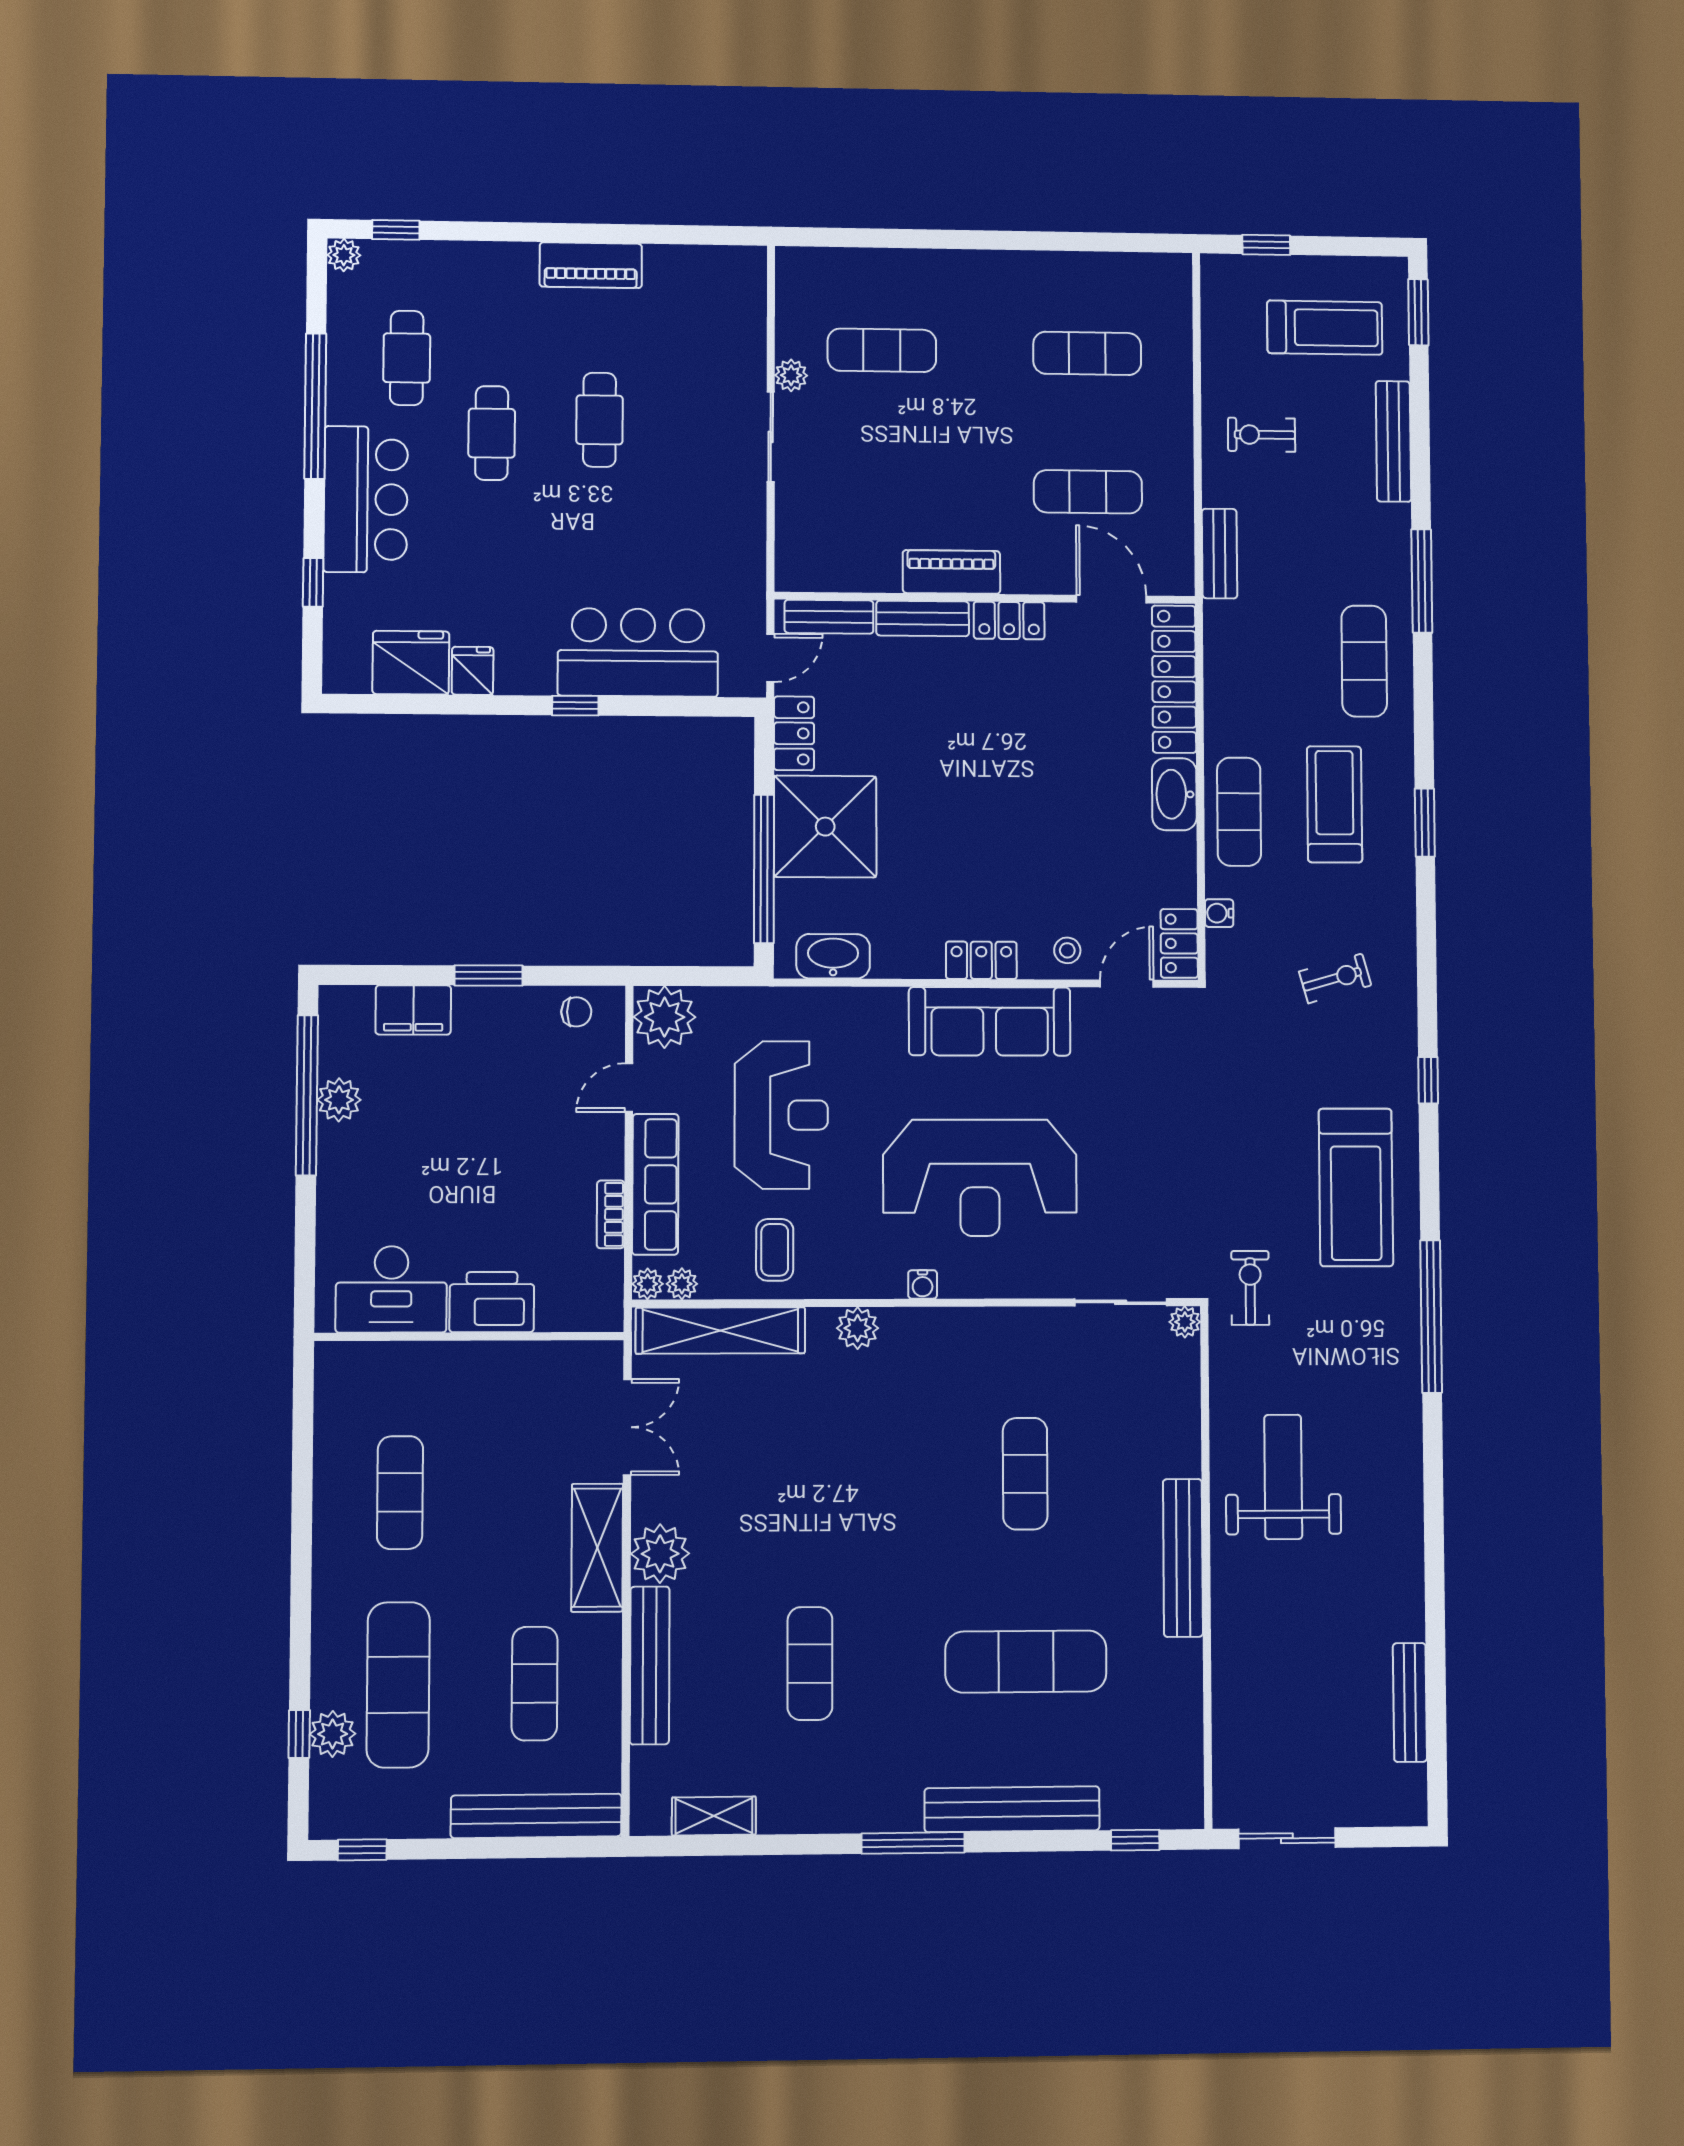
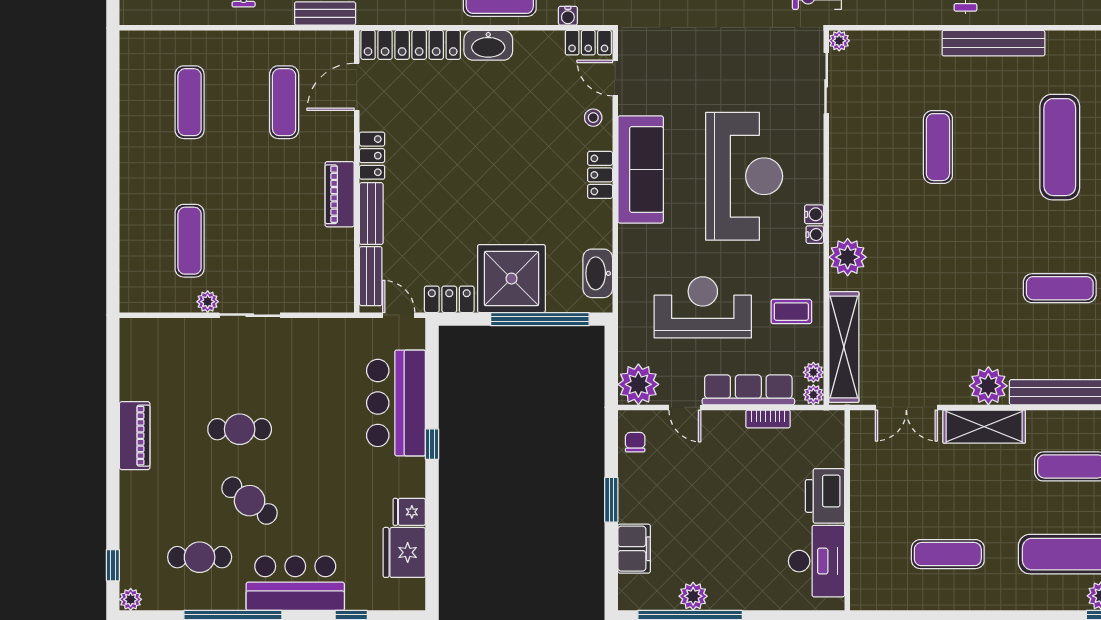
cafe table: (492, 433) -> (250, 501), turned 37
water cooler: (892, 1285) -> (815, 235), added
plant: (858, 1328) -> (848, 257), width x1.36, depth x1.36
double door: (627, 1427) -> (906, 407), swing flipped
exercise mat: (1025, 1474) -> (938, 147), turned 90

